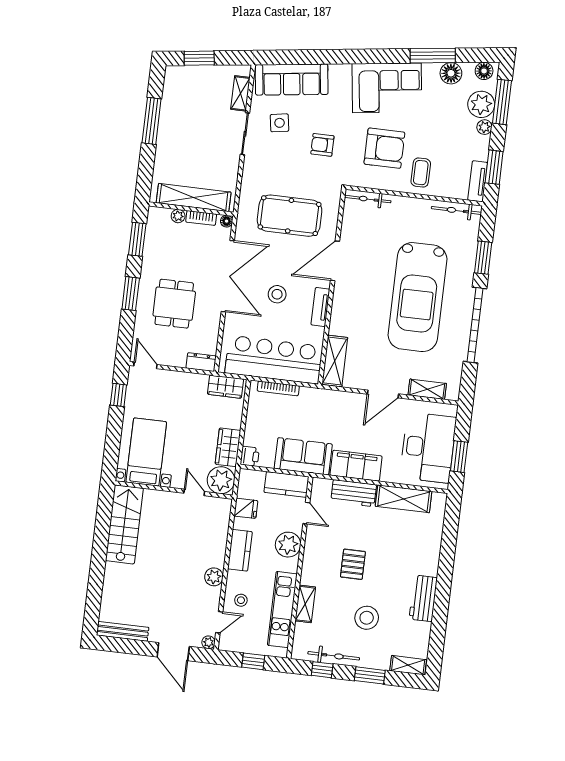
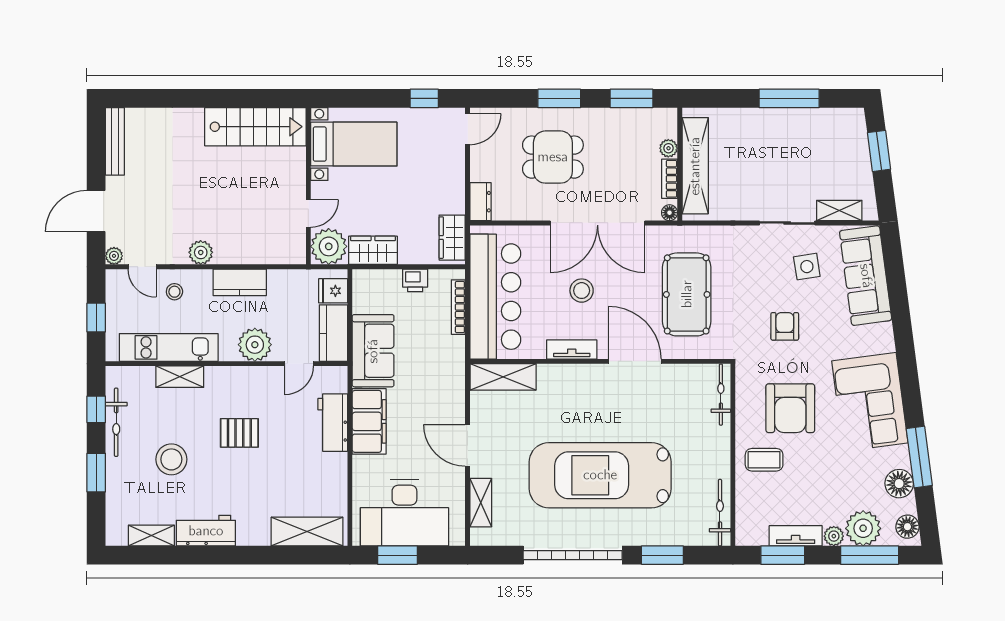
tv unit: (478, 181) -> (796, 536), moved
printer: (250, 456) -> (415, 280), moved
shelving: (404, 499) -> (307, 532), moved, turned 90
fridge: (246, 508) -> (333, 291), moved, turned 90
shelving: (408, 665) -> (151, 536), moved, turned 90

